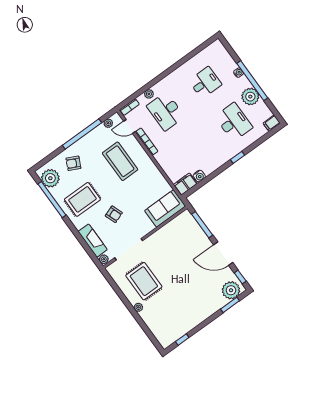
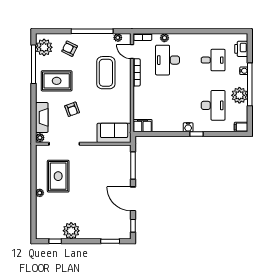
printer: (223, 55) -> (241, 49), added
water cooler: (199, 176) -> (188, 127), moved
plant: (231, 290) -> (71, 231), moved

